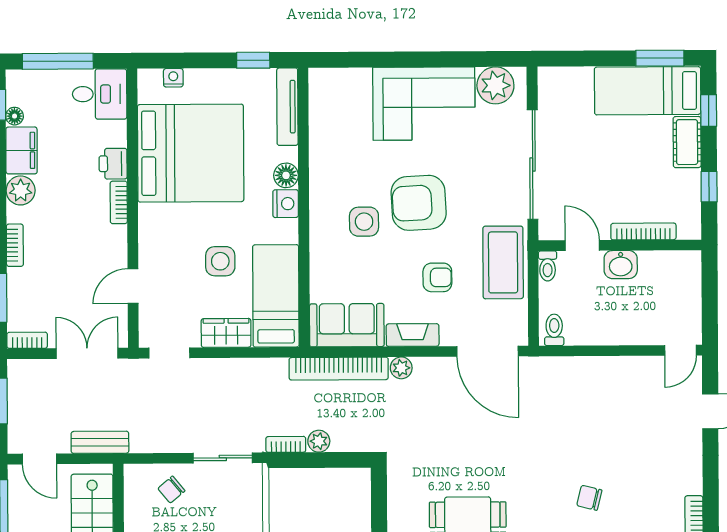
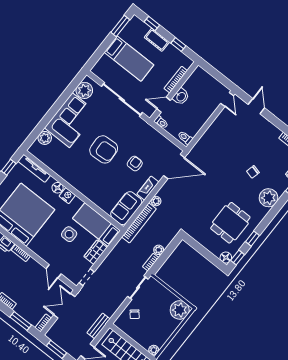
plant: (356, 83) -> (45, 138), added
bed: (648, 91) -> (129, 59), moved, turned -90
armchair: (419, 203) -> (104, 149), turned -90
side table: (364, 222) -> (95, 174), removed
coffee table: (503, 262) -> (148, 137), removed

